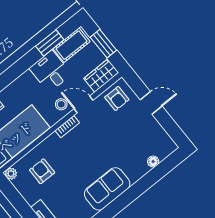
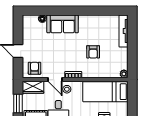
armchair: (42, 171) -> (93, 52), moved
sofa: (107, 189) -> (63, 24), moved

